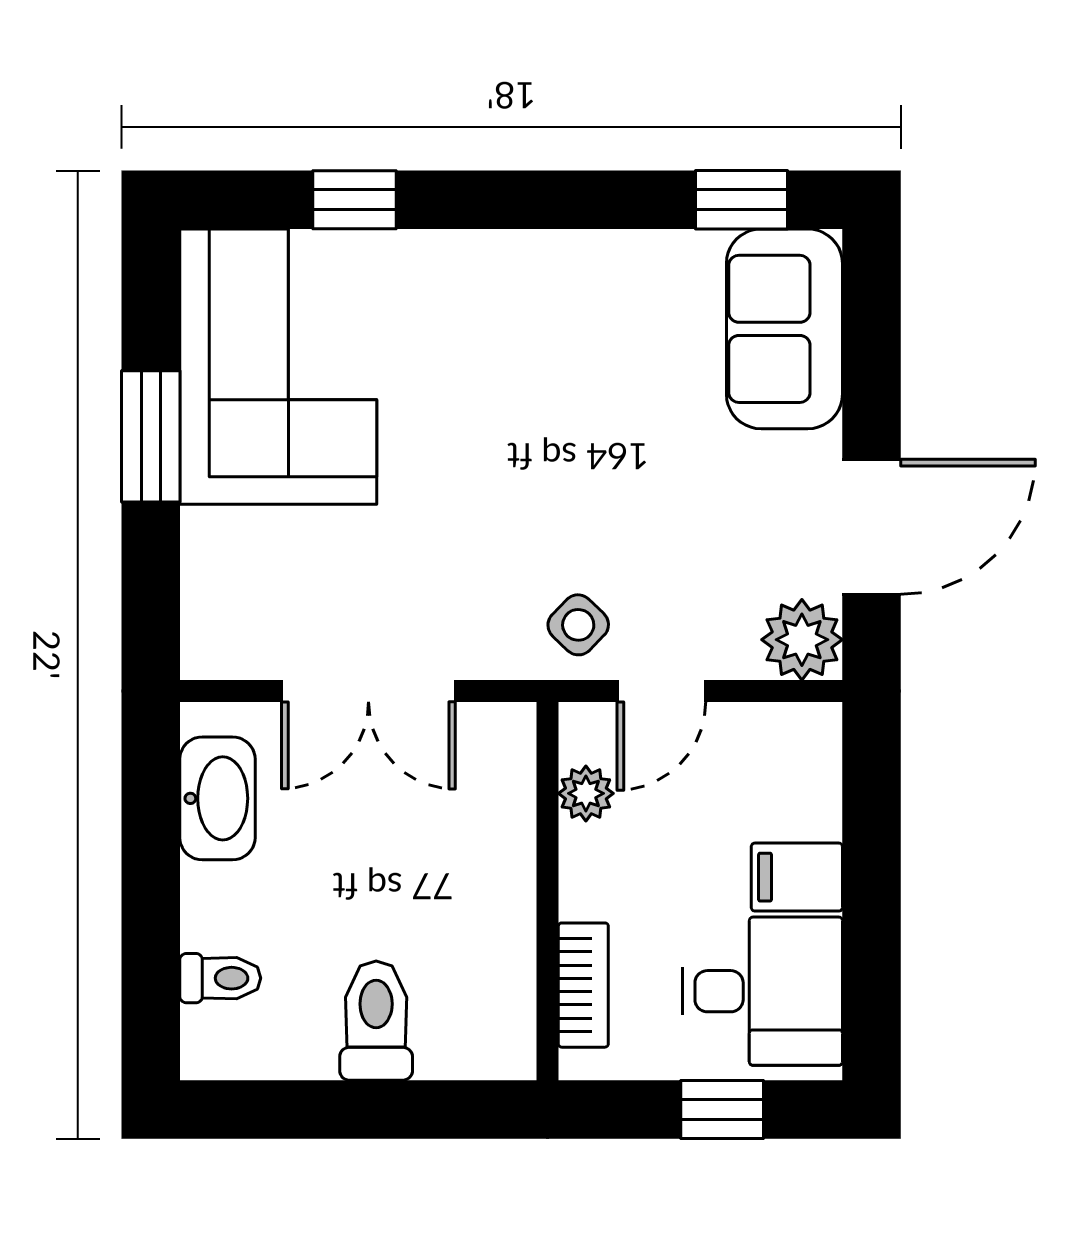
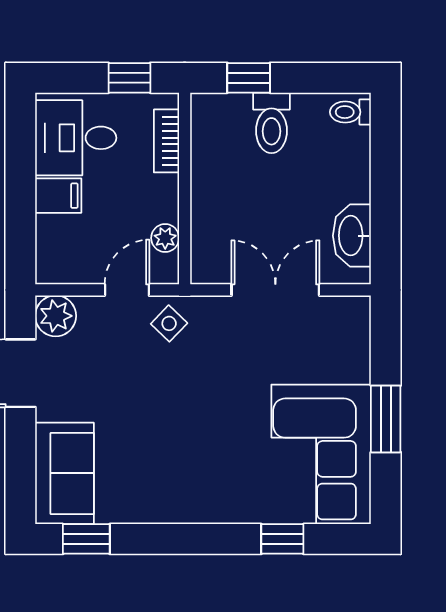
toilet: (220, 978) -> (350, 112), moved
window: (421, 1110) -> (249, 78), added
window: (722, 1110) -> (129, 78), moved

